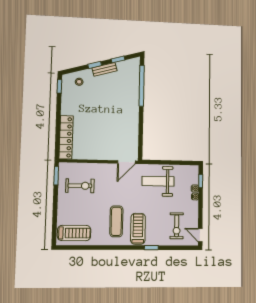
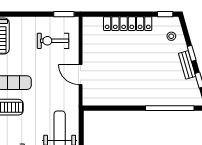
locker: (66, 137) -> (128, 24), moved
door: (126, 162) -> (81, 75), moved
exercise bike: (80, 186) -> (53, 41), turned 90

